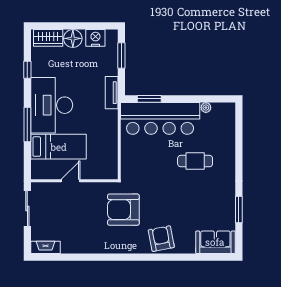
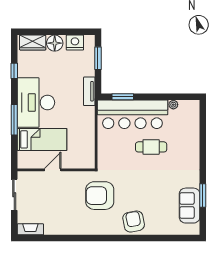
cafe table: (195, 161) -> (151, 147), moved
sofa: (215, 242) -> (190, 206), moved, turned -90

